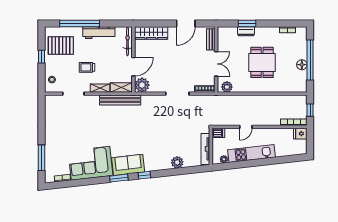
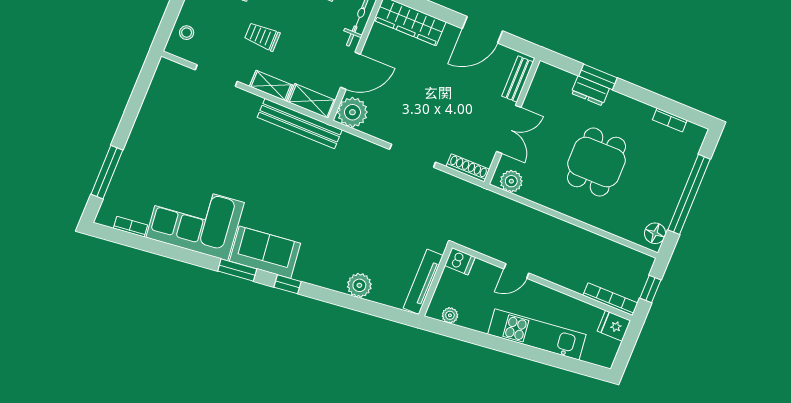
floor lamp: (302, 65) -> (655, 233), moved
kitchen unit: (251, 153) -> (537, 334), moved

